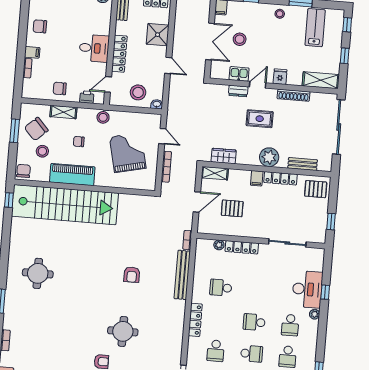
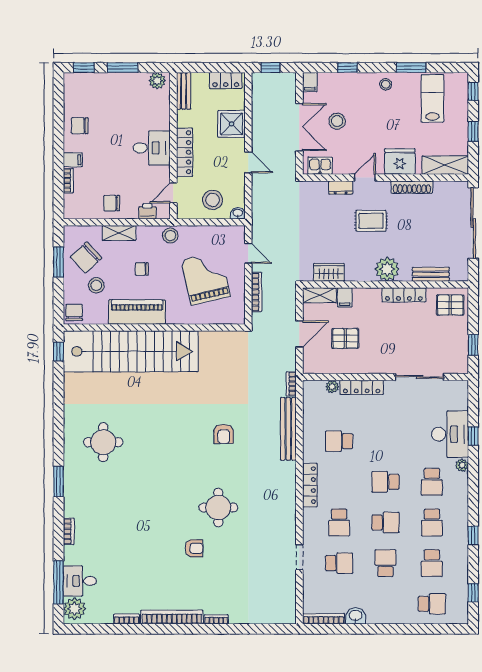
kitchen sink: (239, 74) -> (320, 166), moved
fridge: (280, 77) -> (400, 162), width x1.88, depth x1.34
filing cabinet: (257, 178) -> (345, 297), moved

